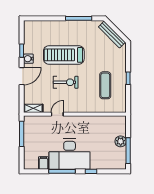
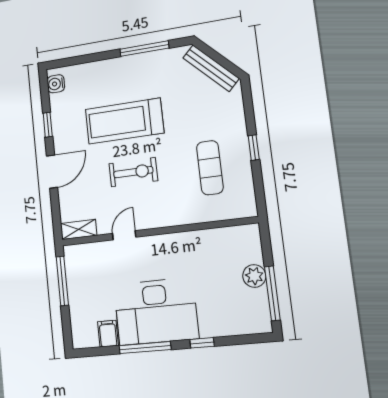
water cooler: (28, 59) -> (56, 84), moved

